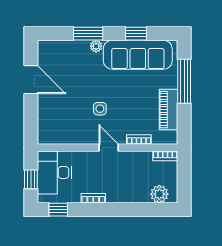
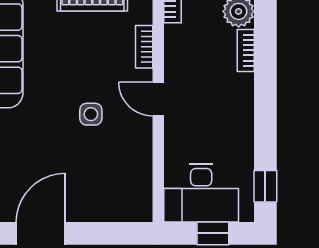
door: (109, 148) -> (158, 99), hinge flipped
bookcase: (93, 198) -> (246, 50), moved

